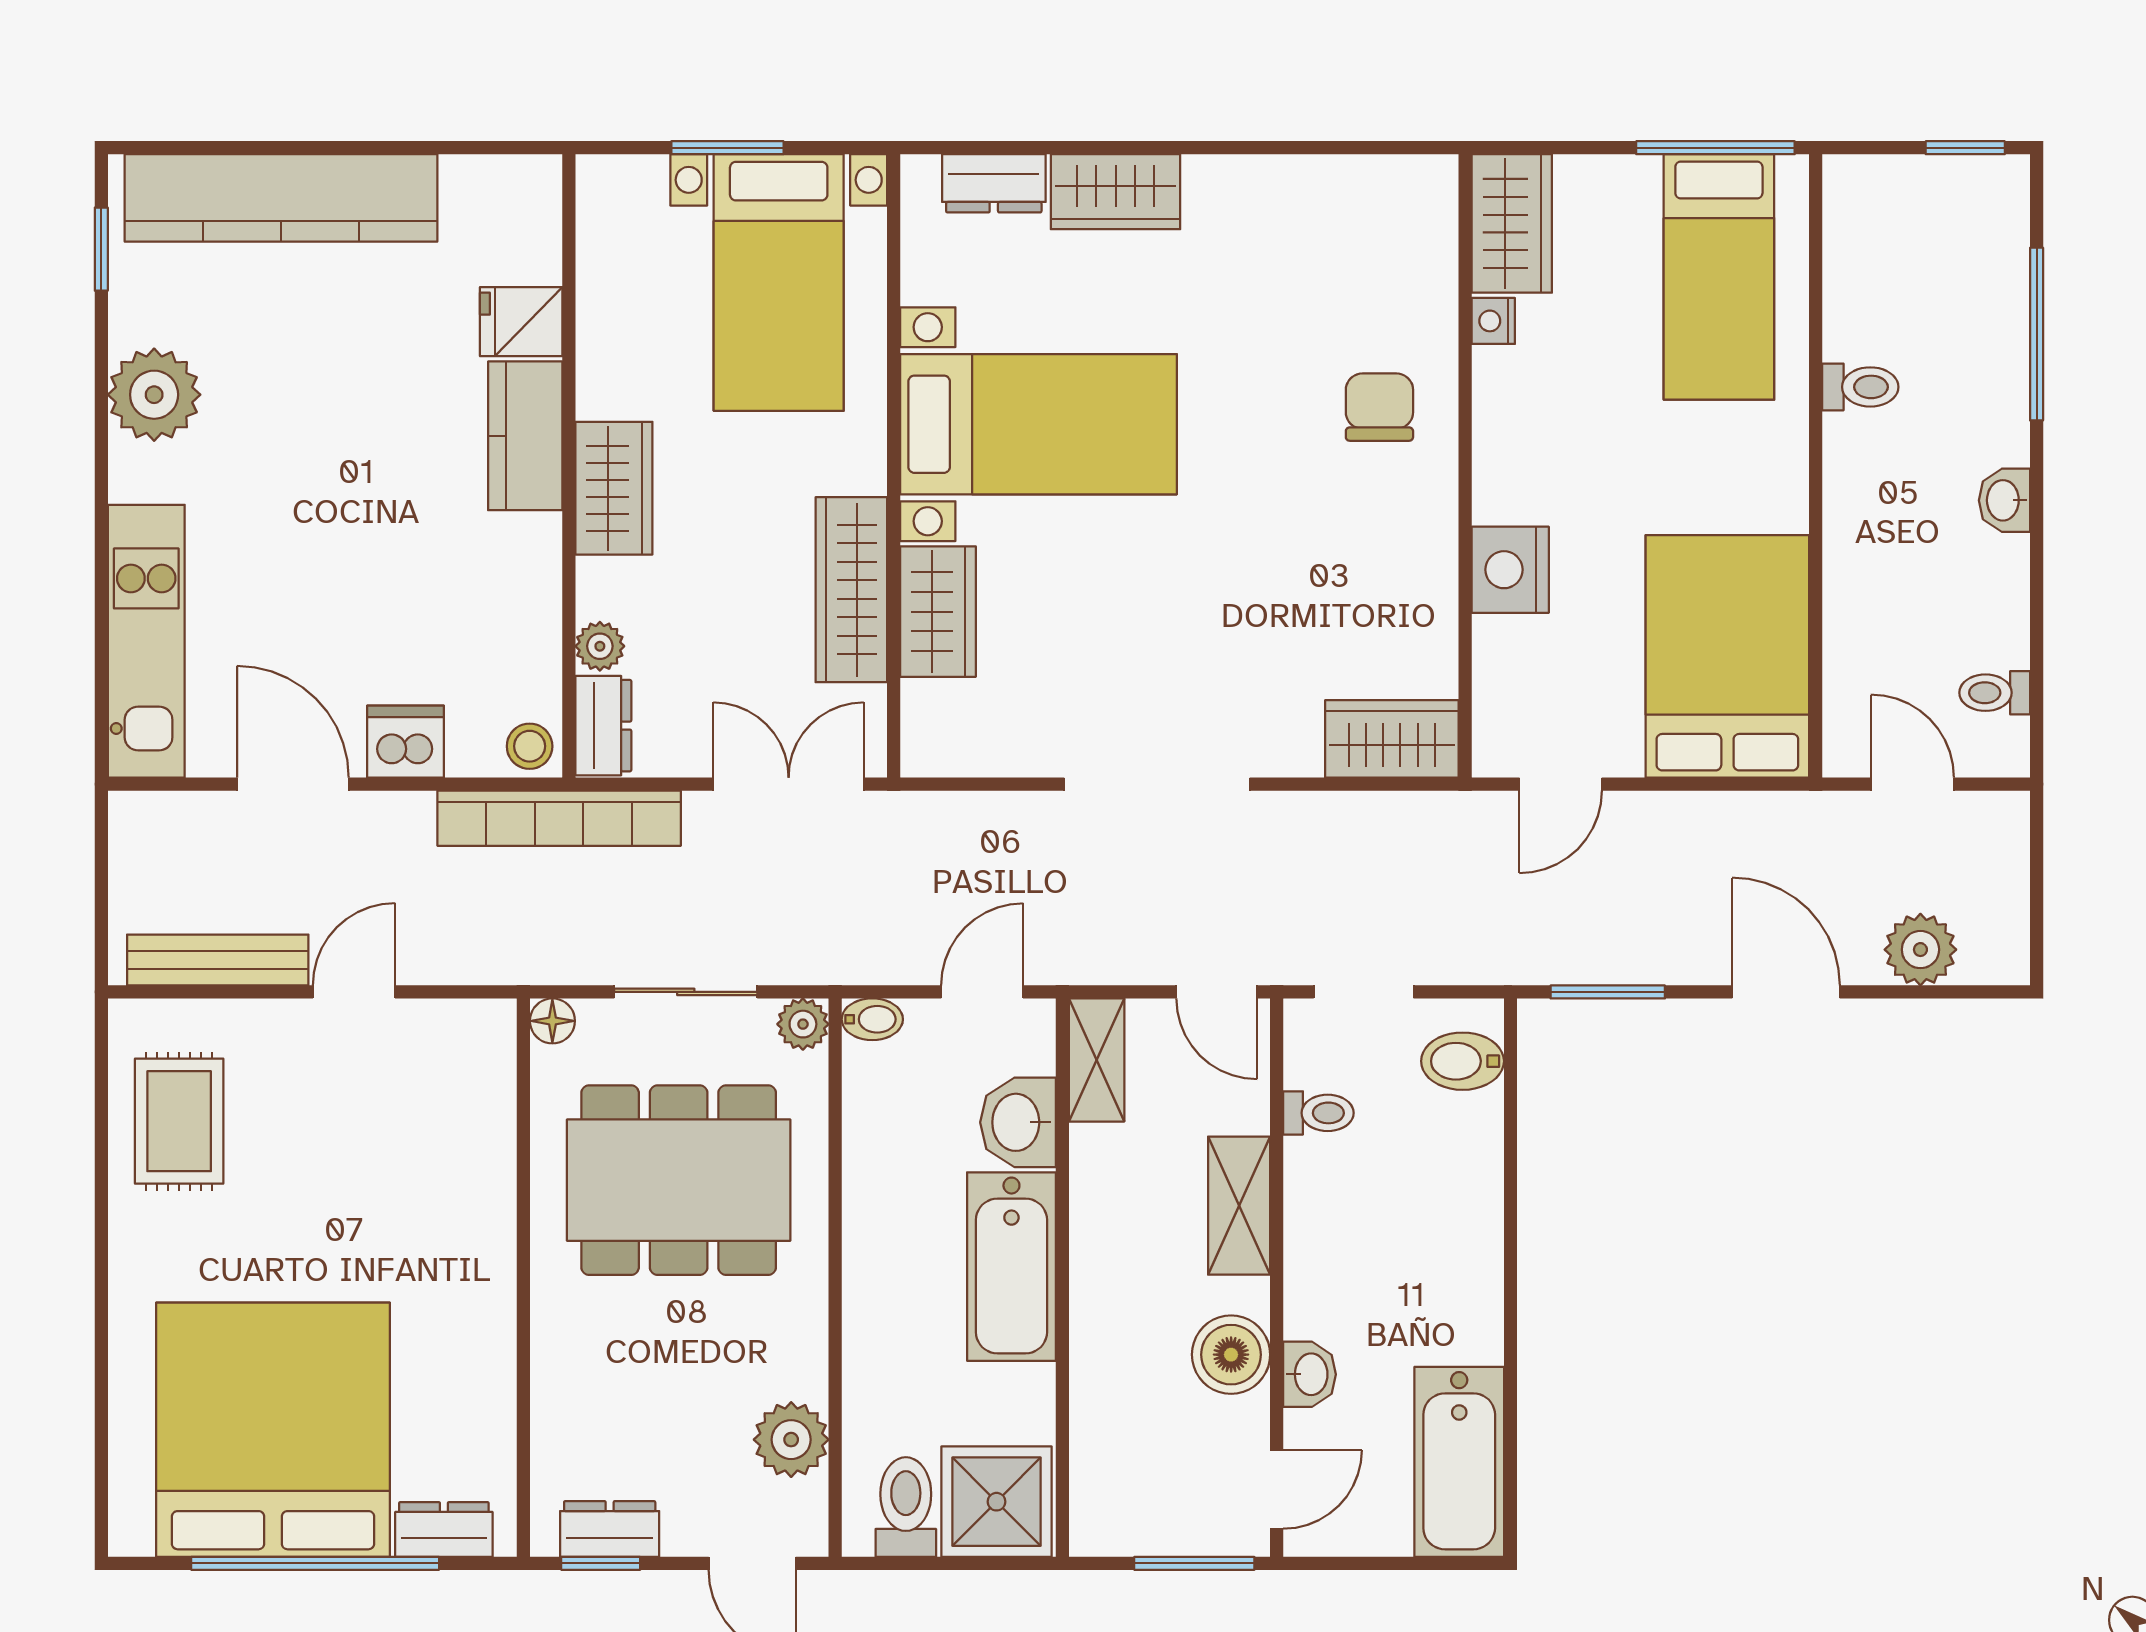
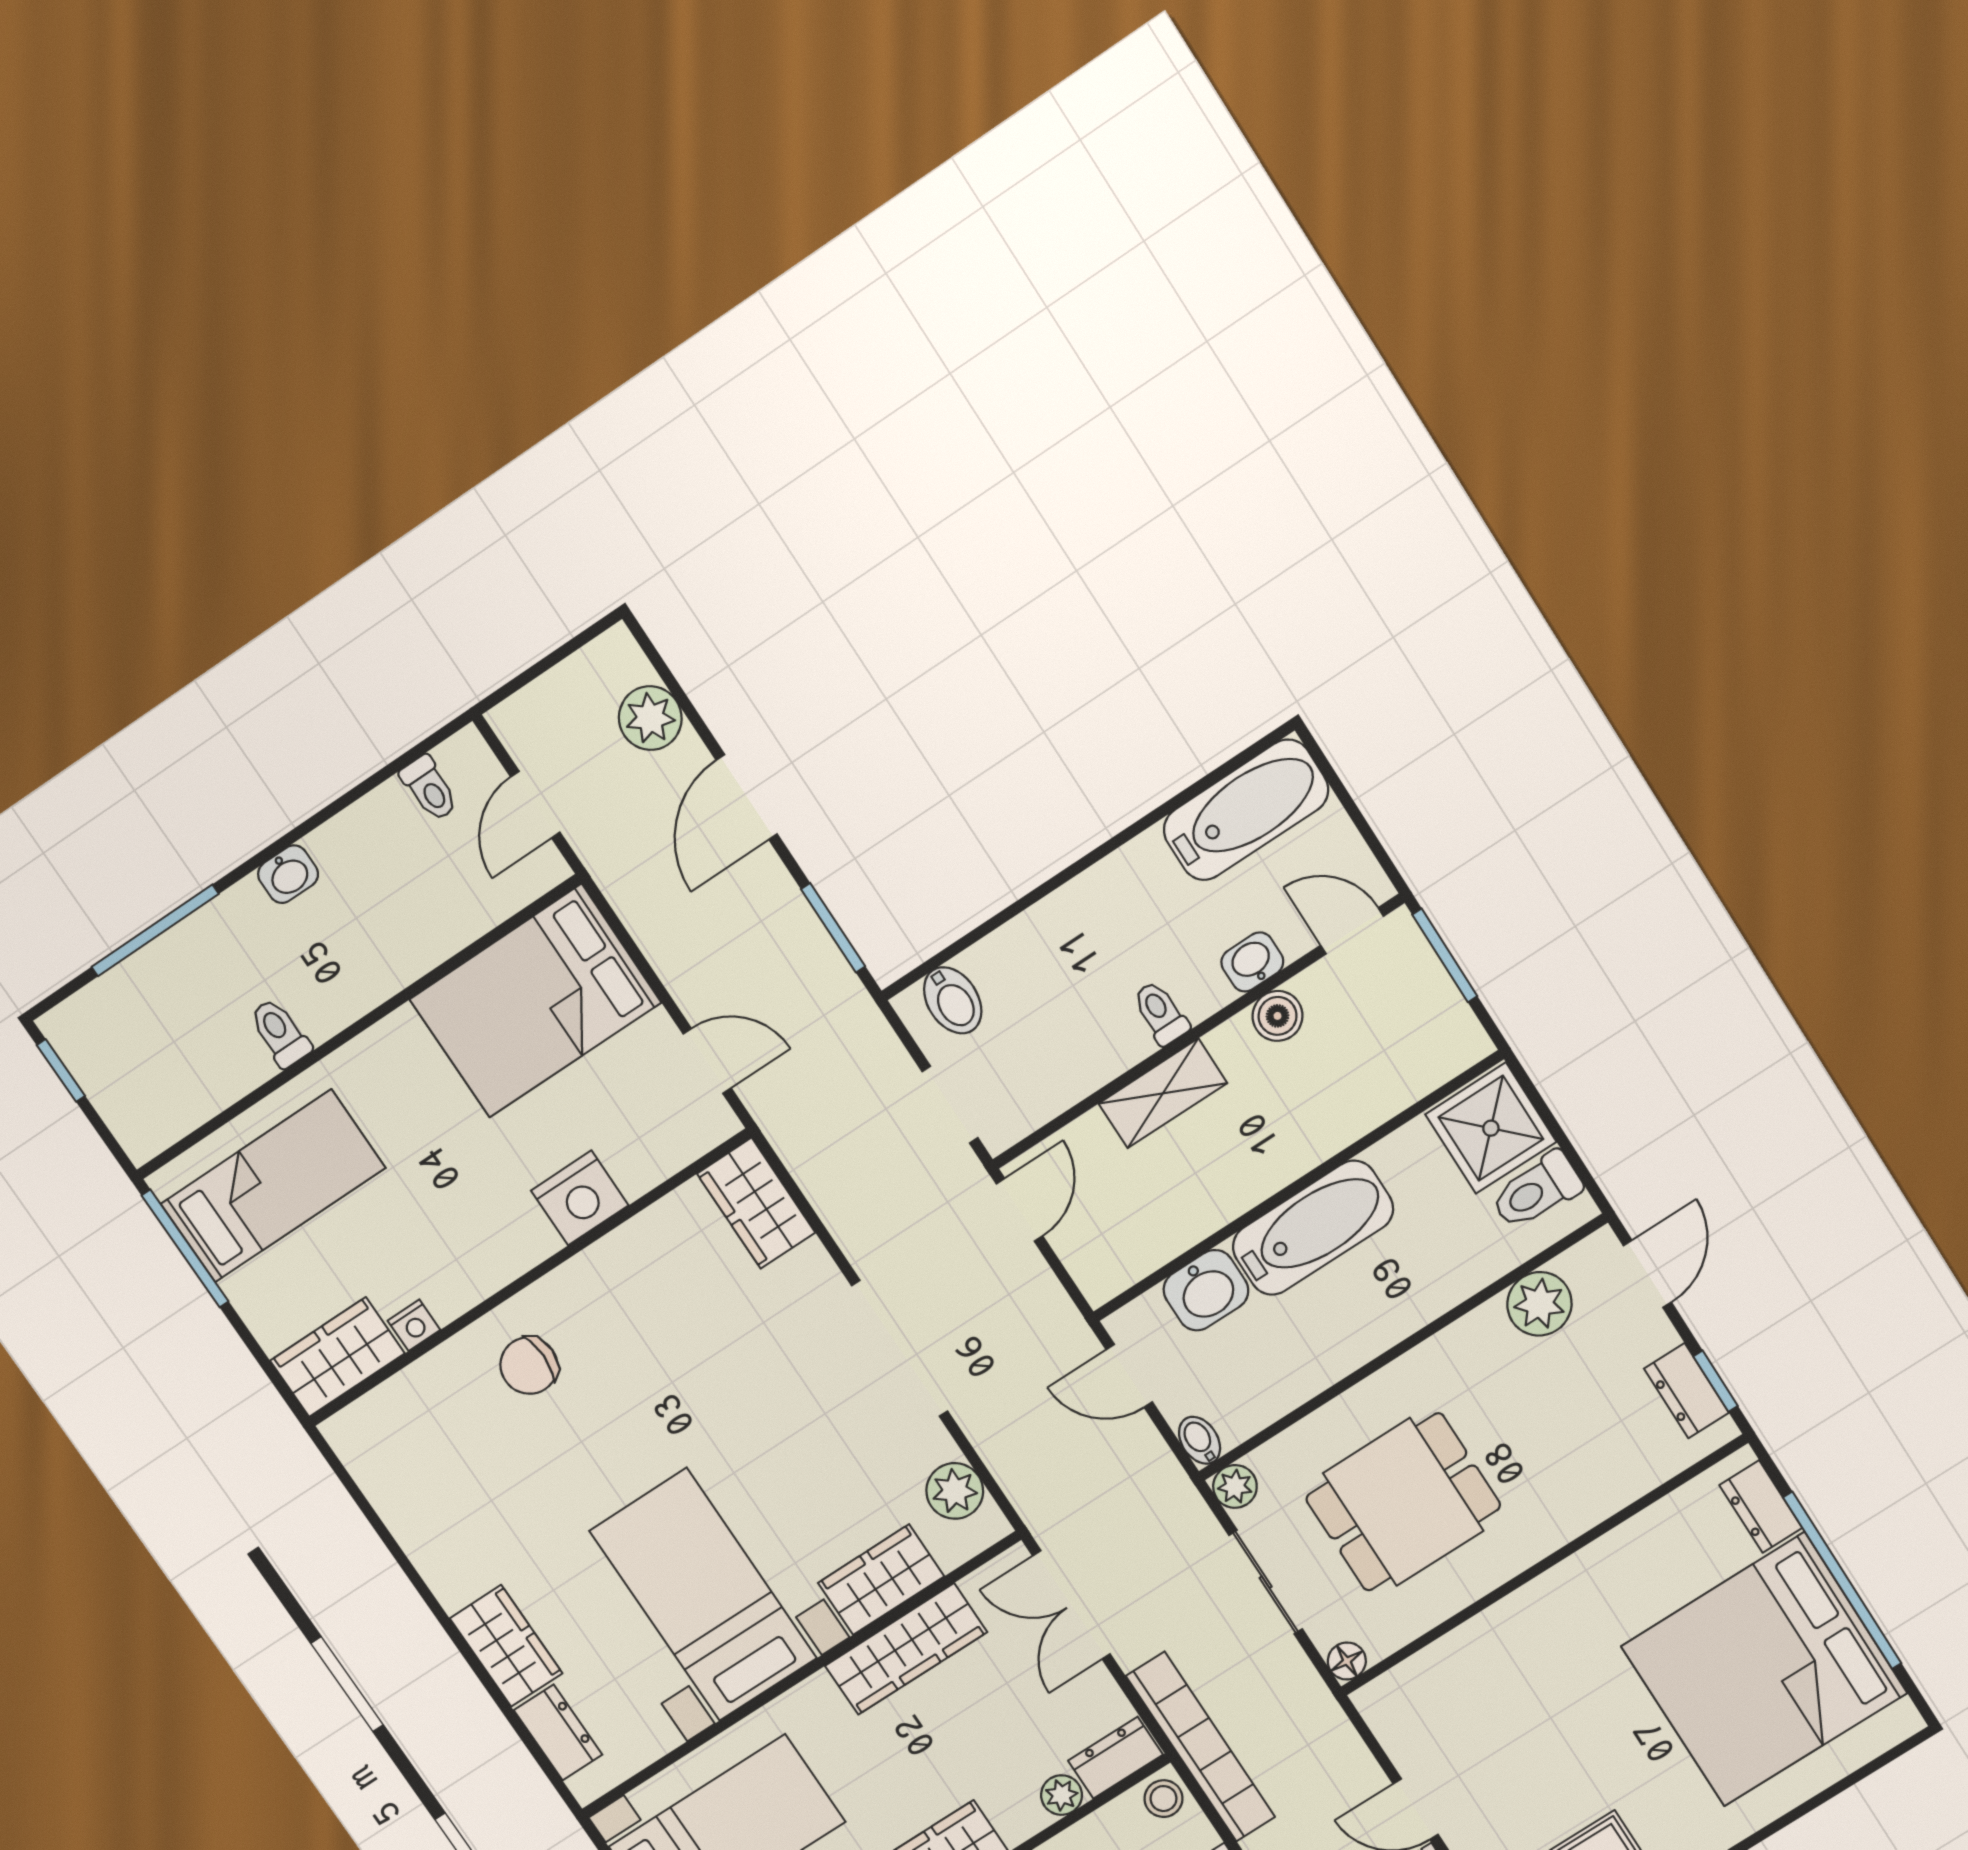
plant: (979, 744) -> (955, 1491), added
shelving: (1097, 1060) -> (1125, 1263), removed
toilet: (1318, 1113) -> (1161, 1013), moved
dining table: (679, 1180) -> (1403, 1502), width x0.73
boiler: (1231, 1355) -> (1278, 1016), width x0.73, depth x0.73

